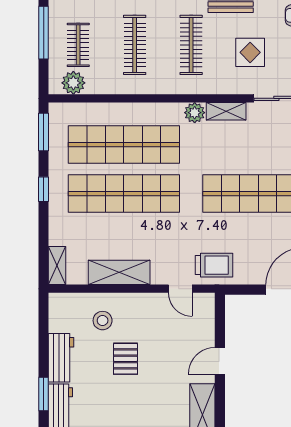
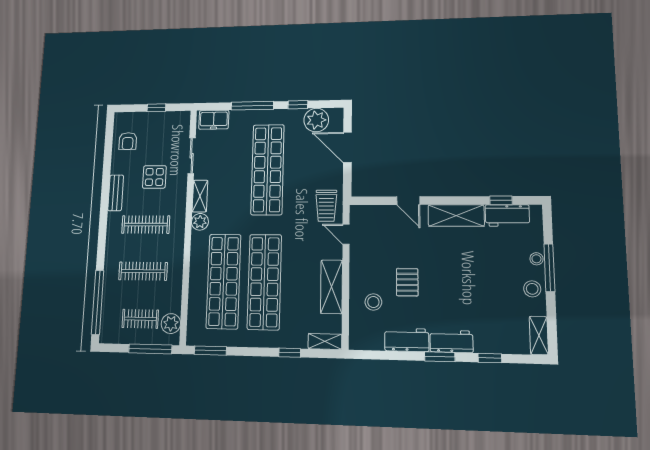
window: (44, 33) -> (150, 349), moved
window: (44, 189) -> (290, 353), moved
trolley: (214, 265) -> (326, 206), turned 180
door: (180, 289) -> (346, 234), swing flipped
pallet: (125, 359) -> (407, 282), turned 90

